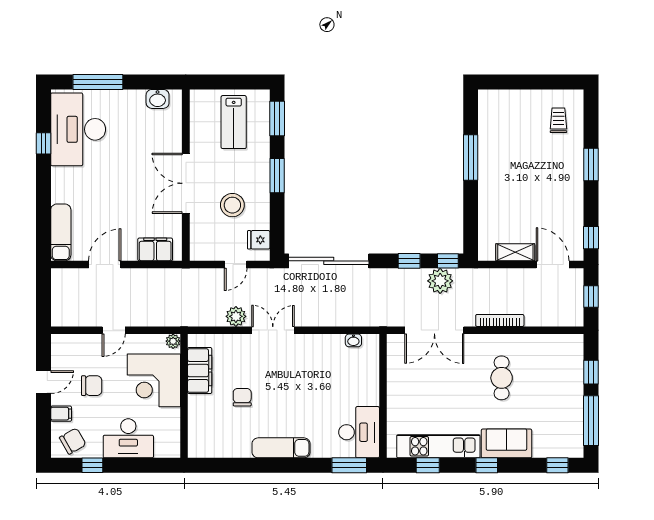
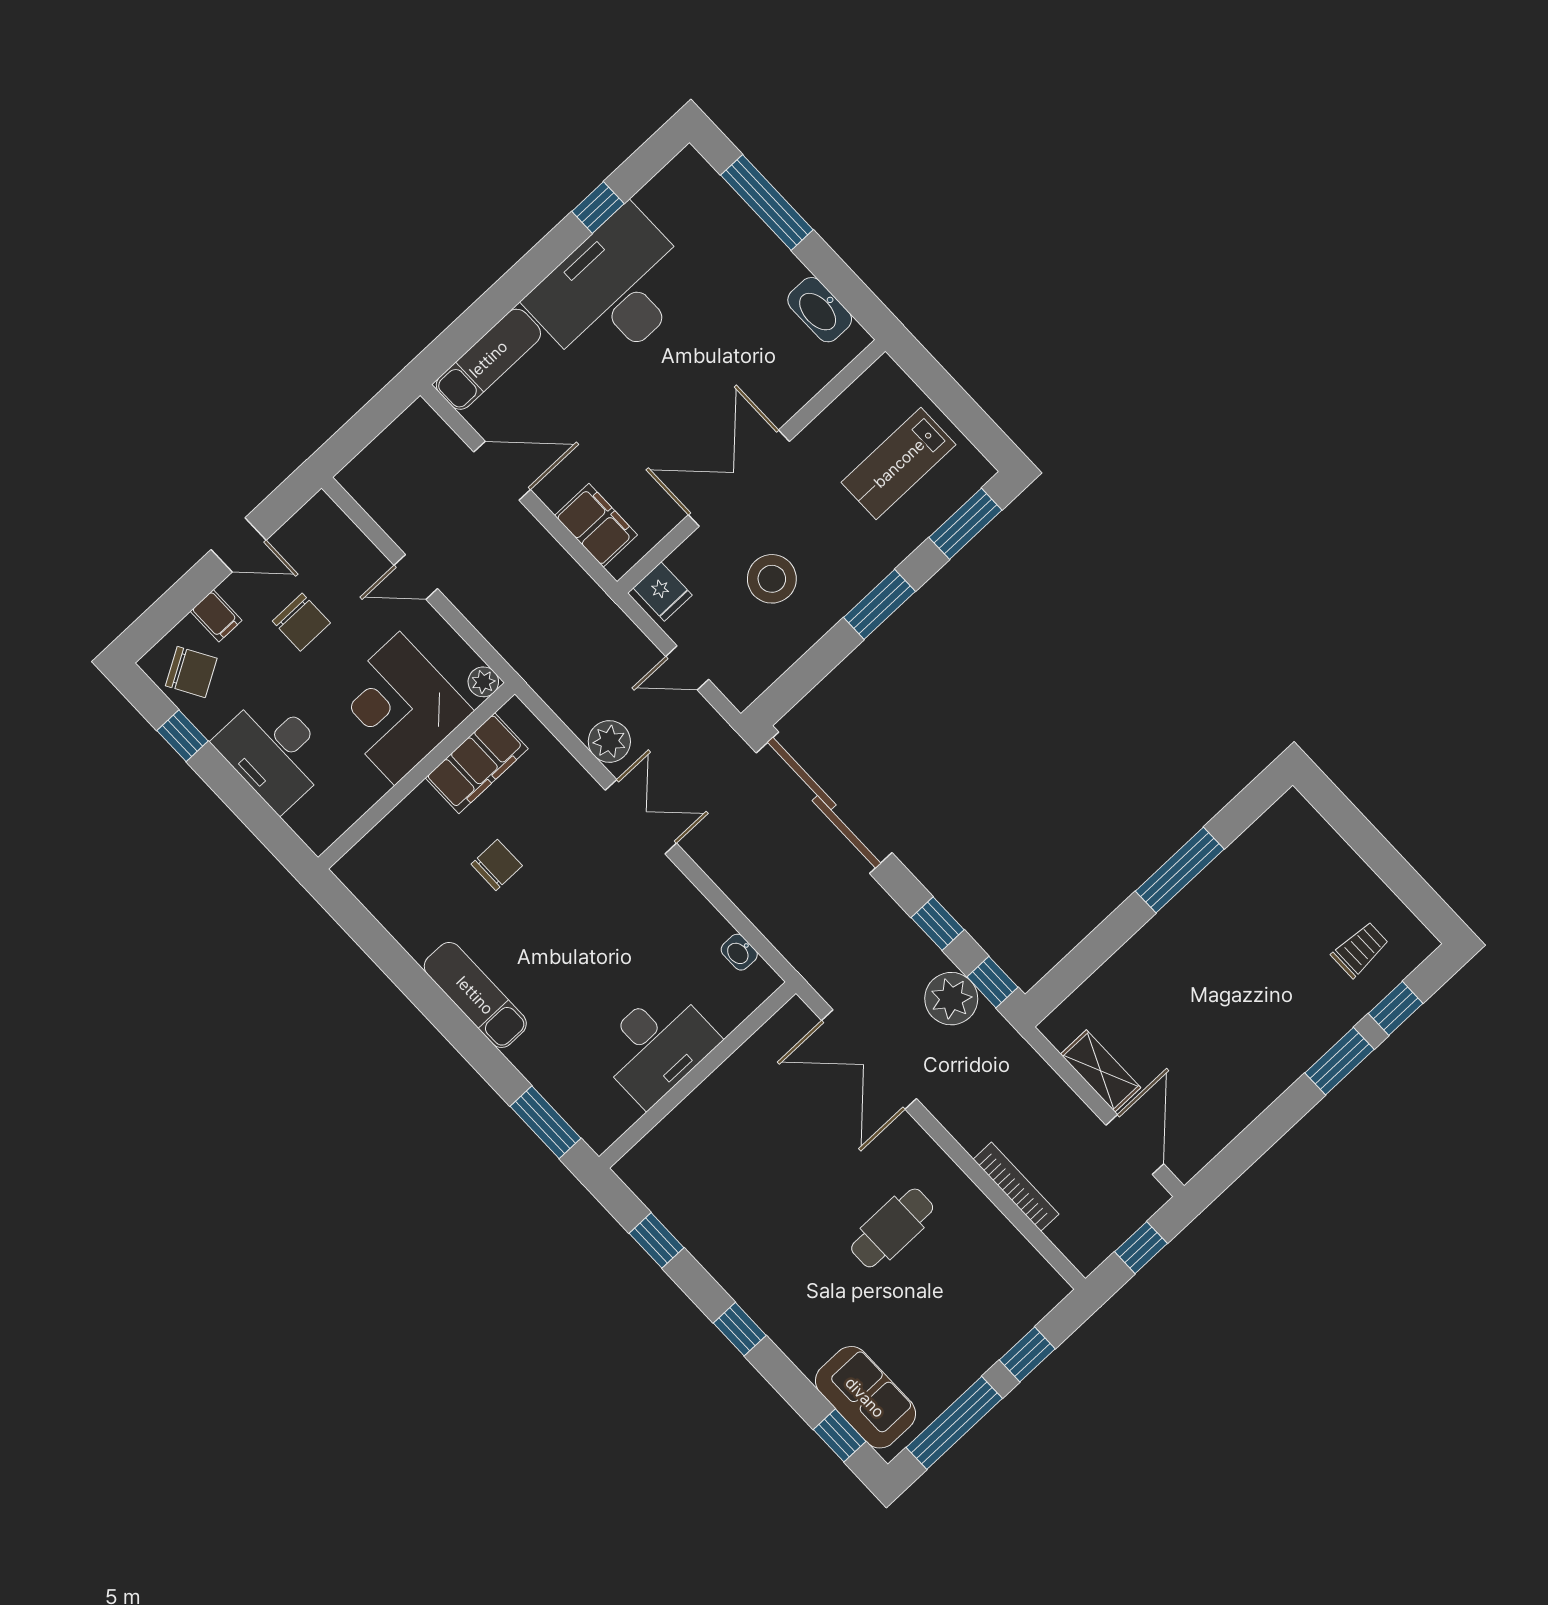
washbasin: (158, 99) -> (820, 310), width x1.38
desk: (78, 129) -> (613, 291), moved
window: (591, 238) -> (1396, 1008), moved
fridge: (259, 240) -> (663, 592), moved, turned 180
bookcase: (500, 320) -> (1016, 1187), moved
desk: (359, 432) -> (657, 1046), moved
sofa: (506, 443) -> (865, 1397), moved
kitchen unit: (438, 446) -> (700, 1229), removed

